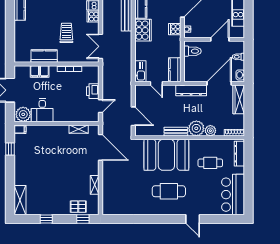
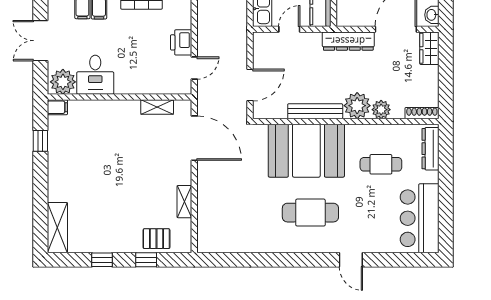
door: (156, 83) -> (289, 29), swing flipped
wardrobe: (239, 99) -> (429, 48), width x0.67
door: (133, 116) -> (250, 85), hinge flipped
bench: (176, 132) -> (315, 111), width x1.36
window: (83, 219) -> (146, 260), moved

